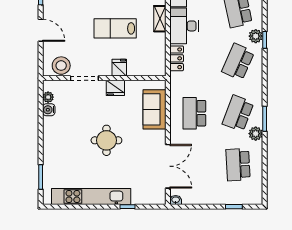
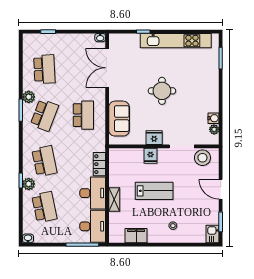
school desk: (238, 62) -> (44, 161), turned -36

